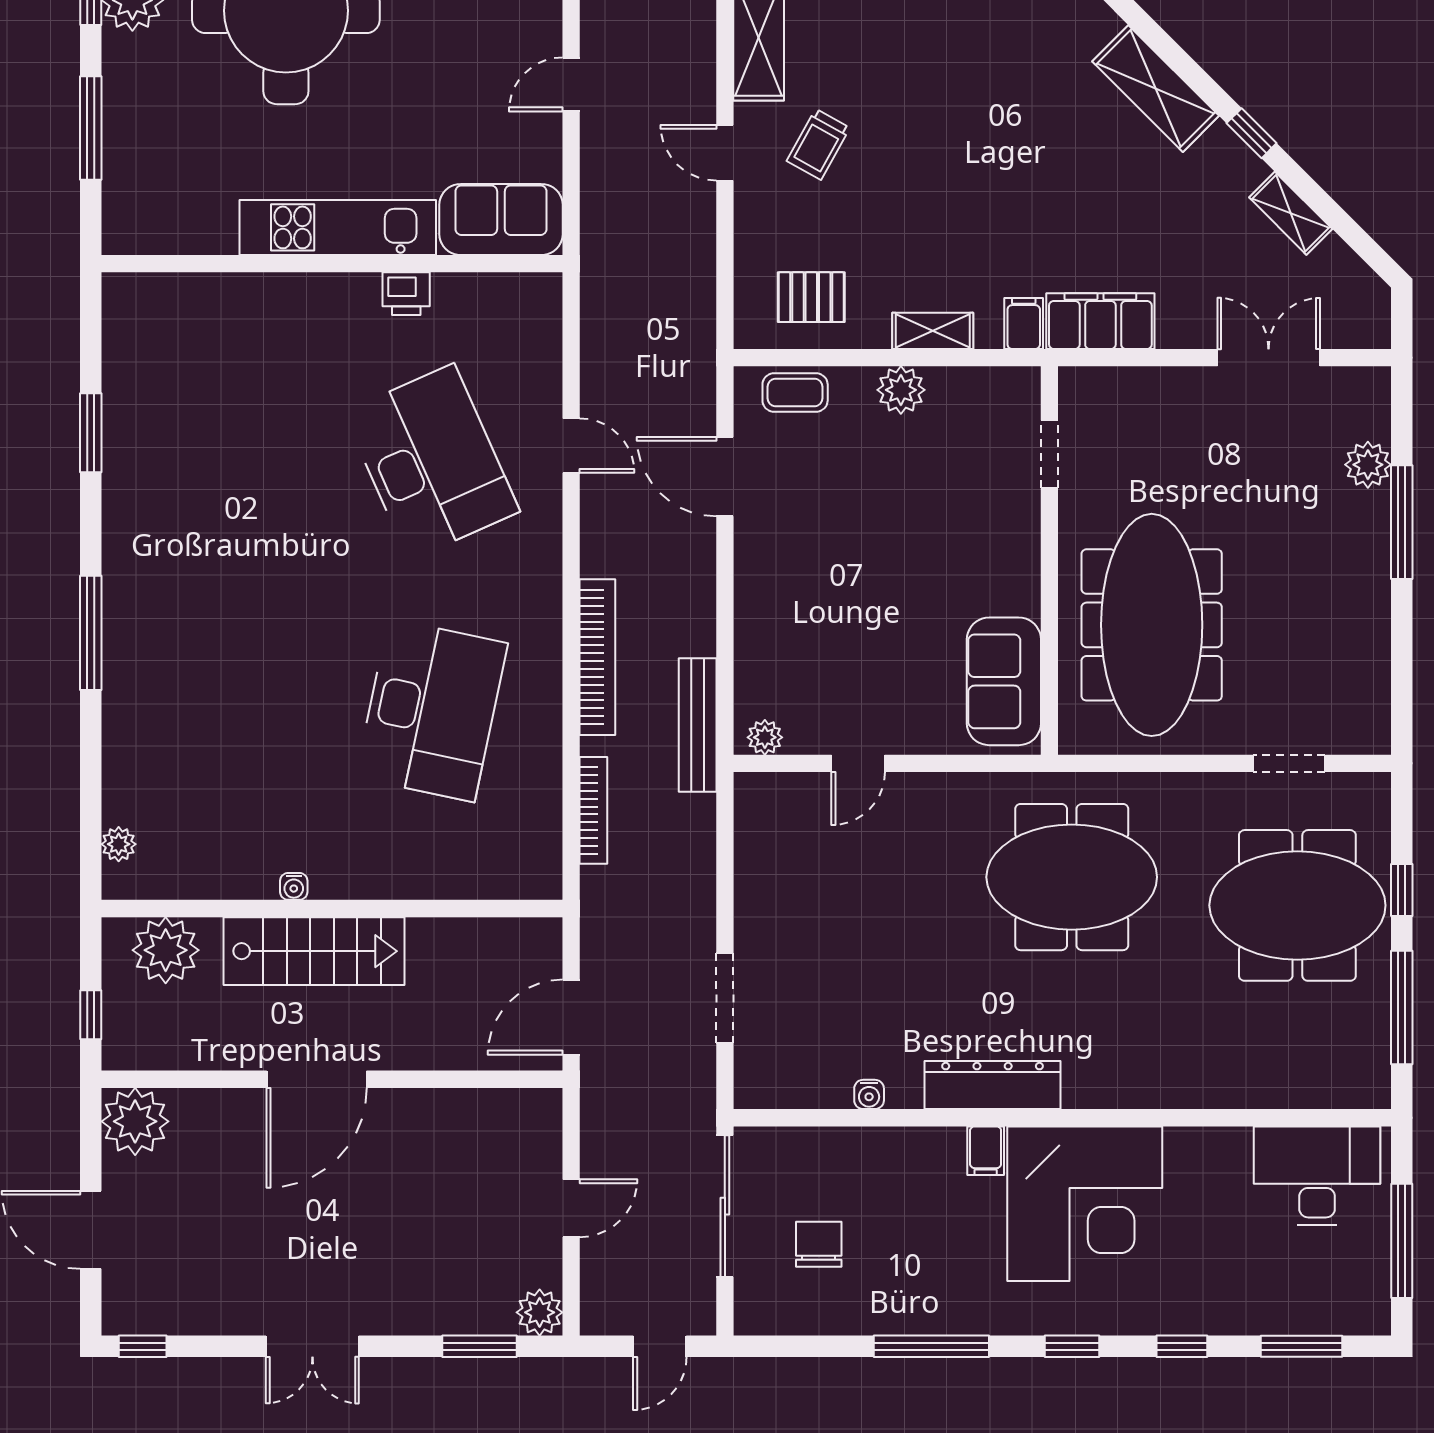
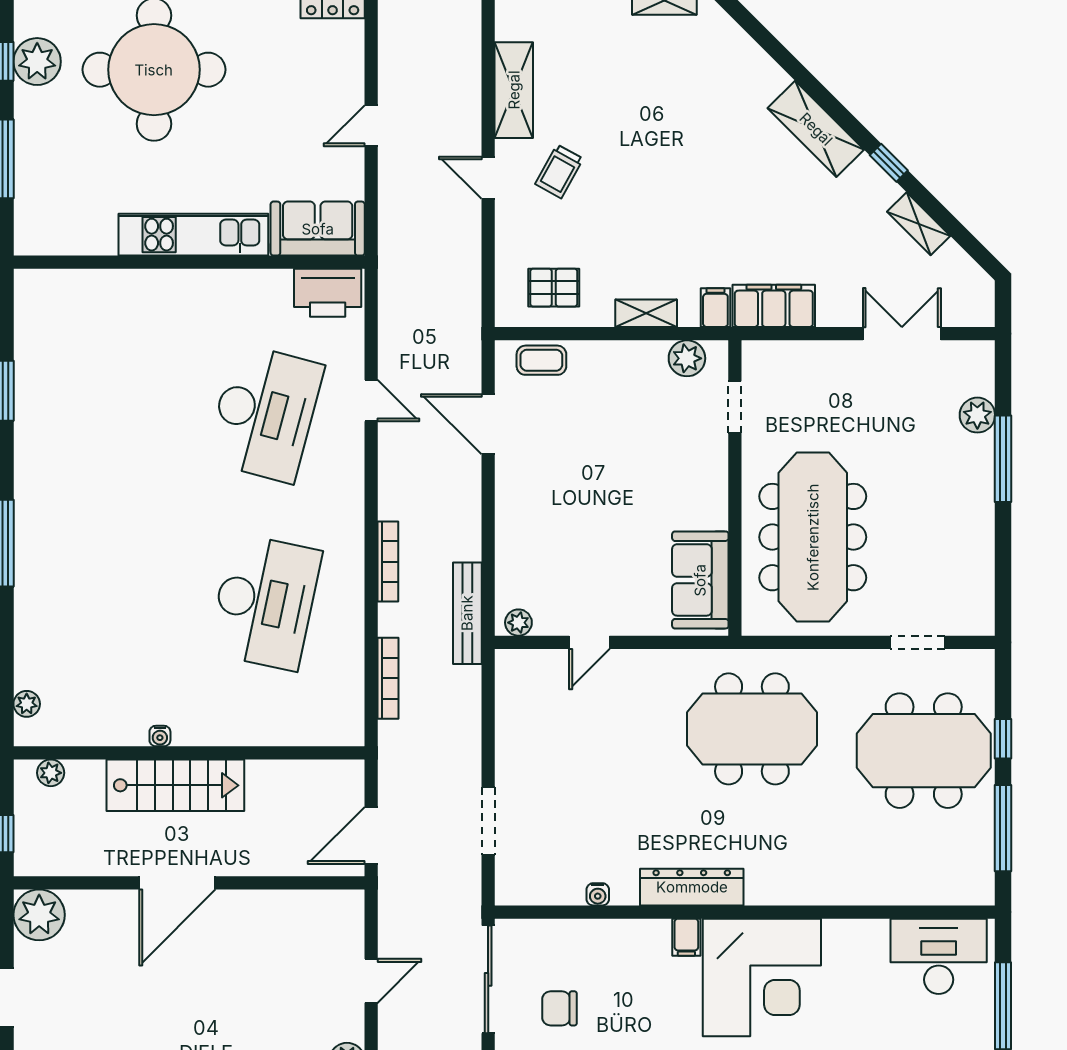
printer: (406, 294) -> (328, 293), moved, width x1.87, depth x1.48
plant: (901, 390) -> (687, 358), moved
desk: (431, 462) -> (265, 413), turned 39
bookcase: (597, 657) -> (388, 562), width x0.68, depth x0.76
plant: (166, 950) -> (51, 773), width x0.53, depth x0.53
chair: (819, 1244) -> (559, 1008), turned -90

